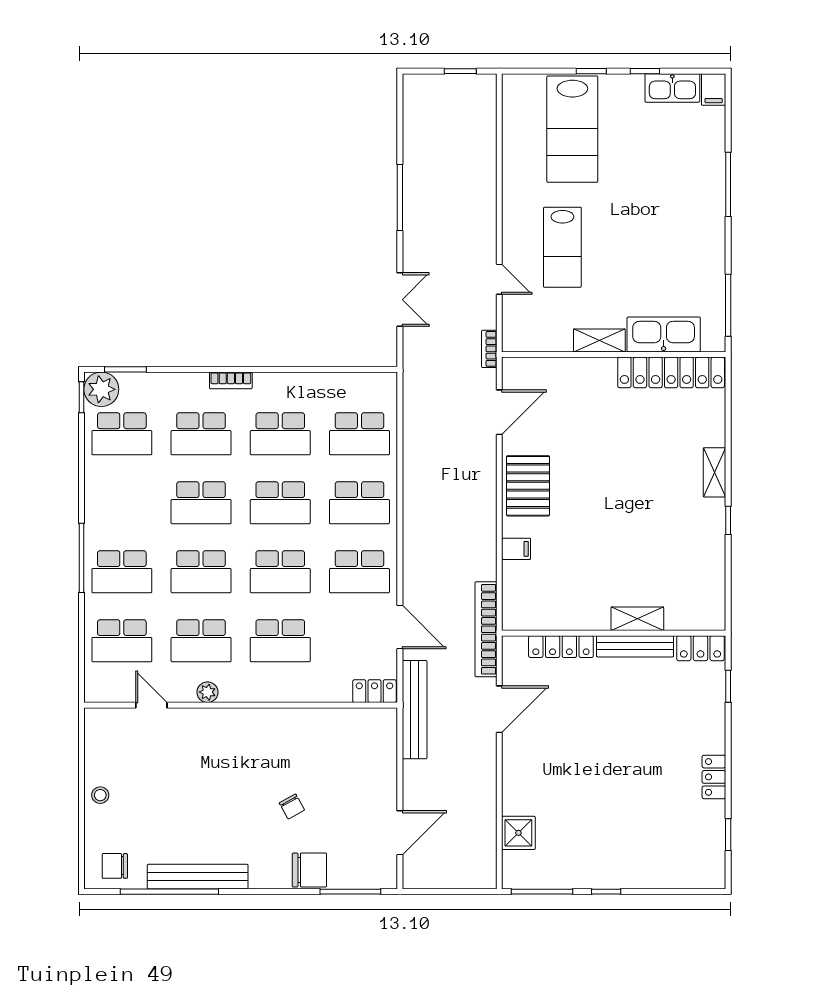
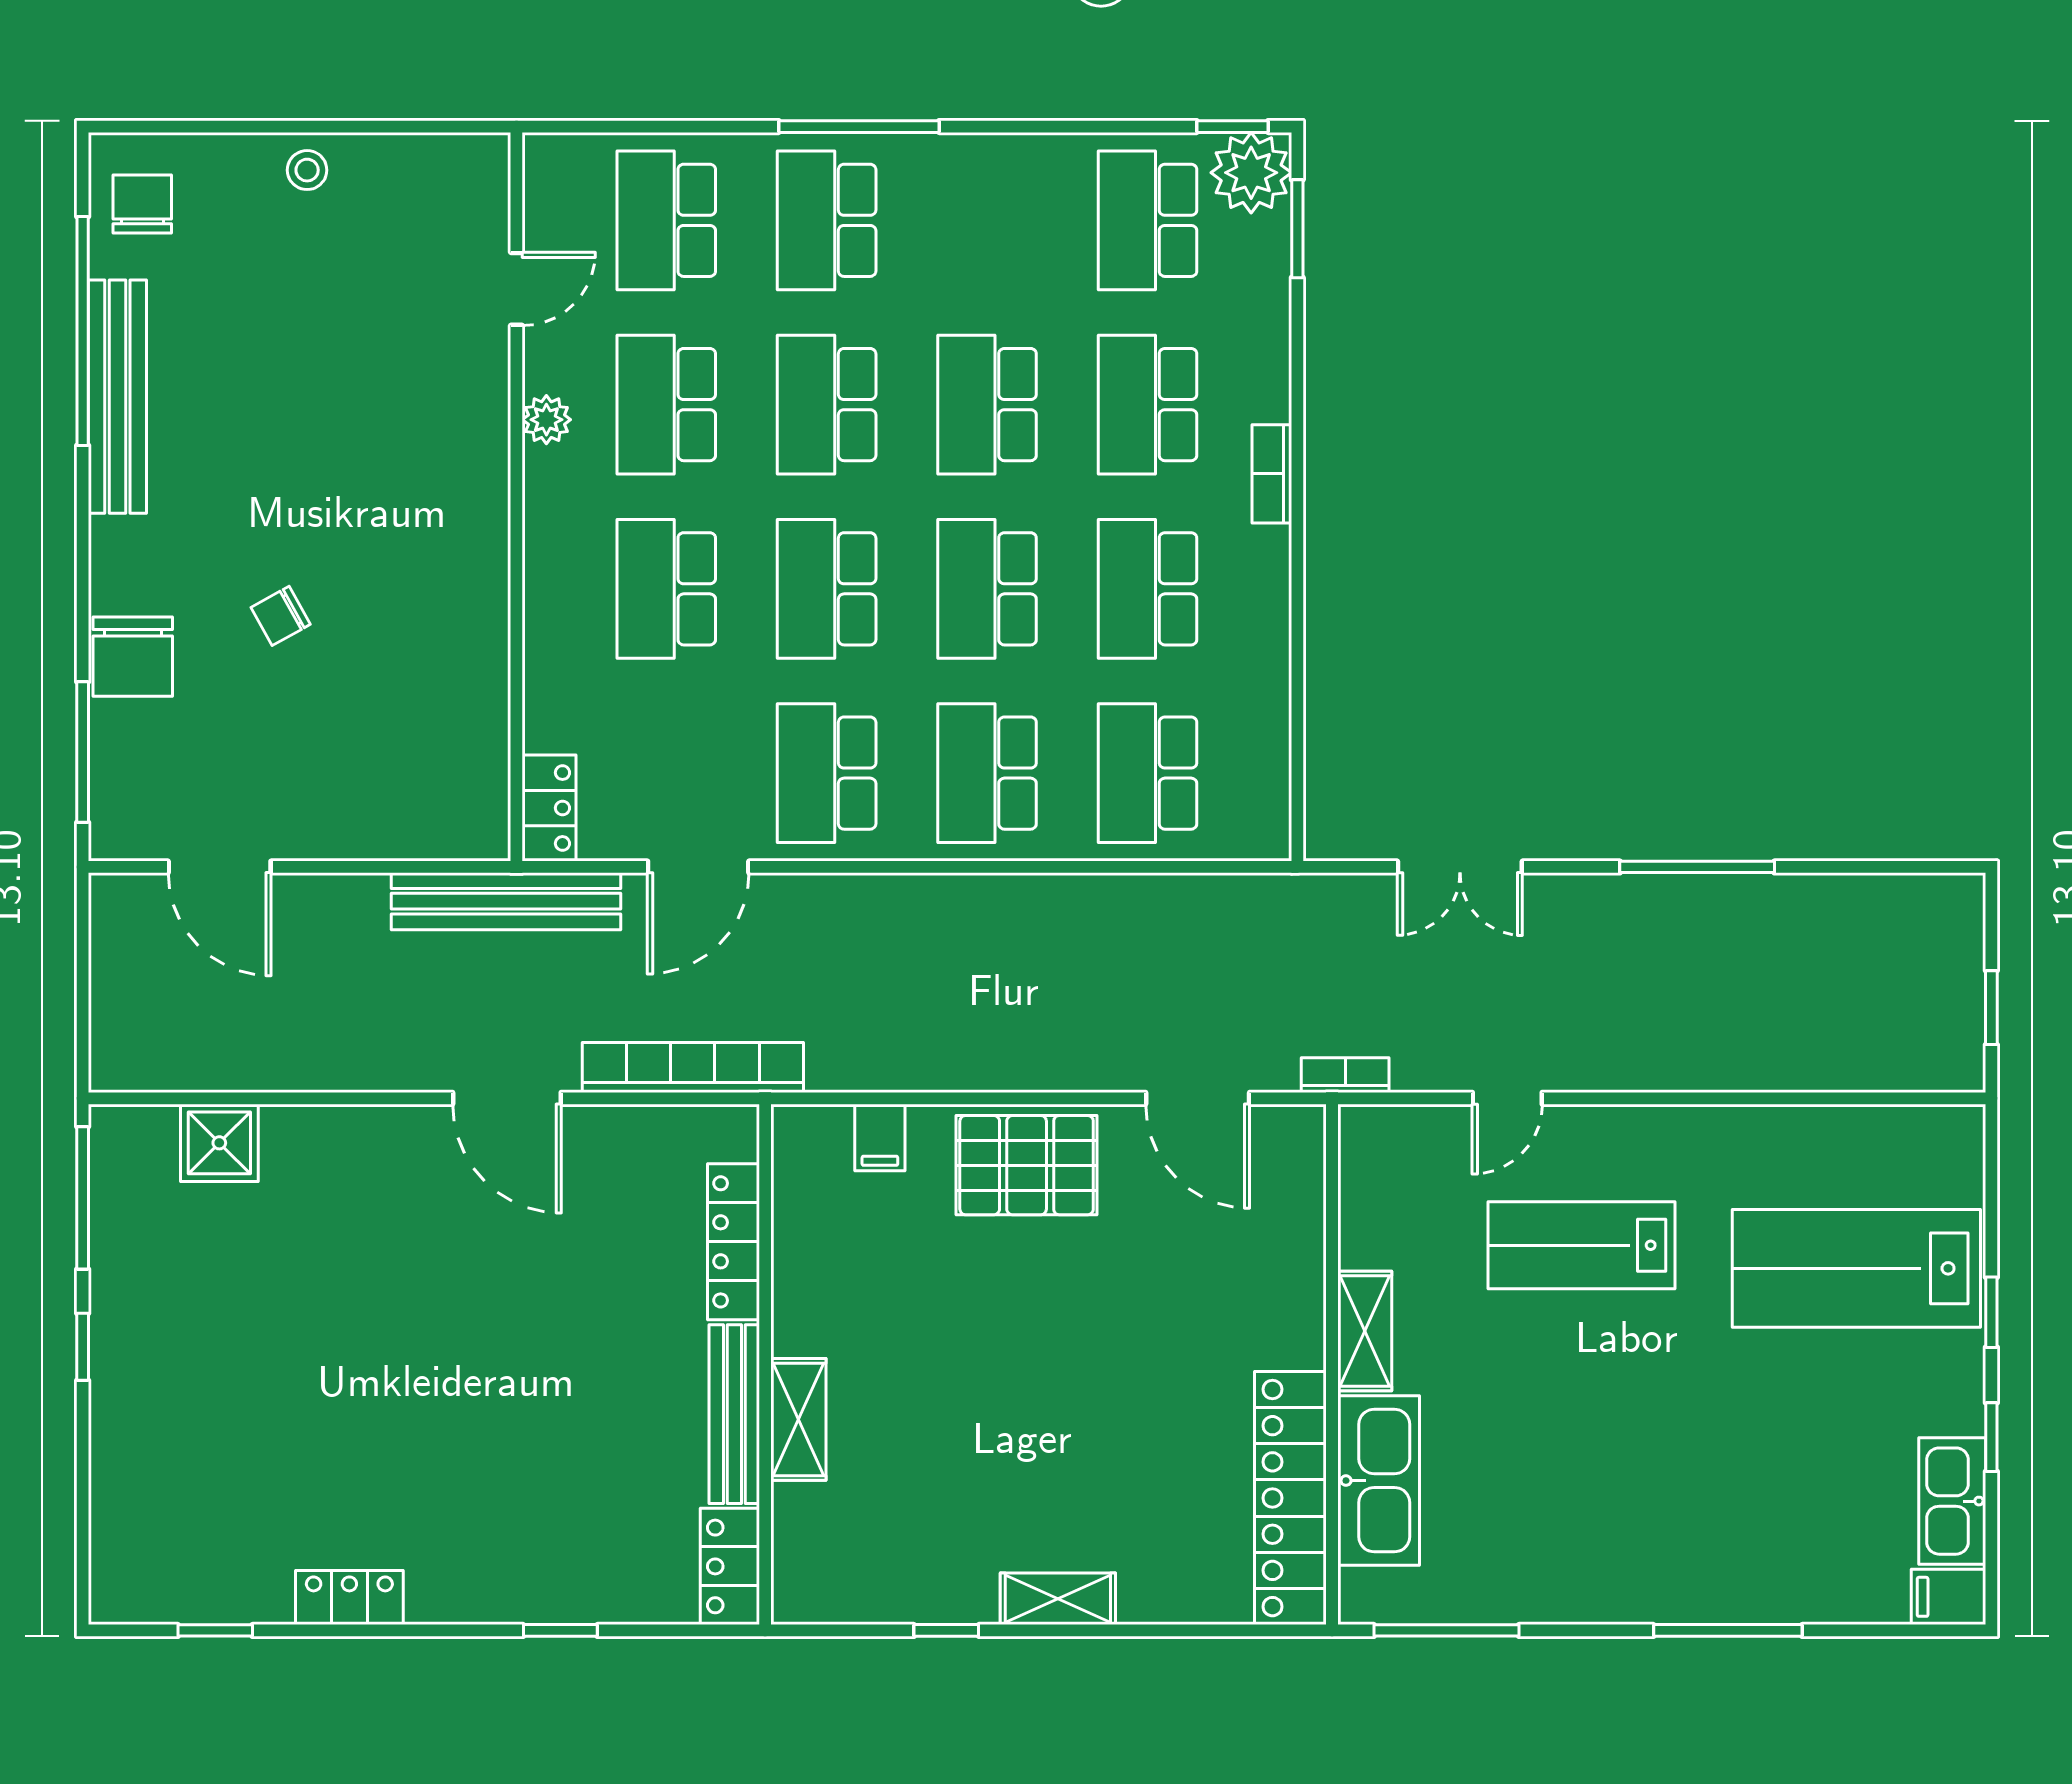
shelving: (637, 619) -> (798, 1419), moved
wall: (614, 633) -> (765, 1364), moved
bench: (635, 646) -> (734, 1414), moved
locker: (561, 647) -> (734, 1242), moved
locker: (700, 648) -> (730, 1566), moved

